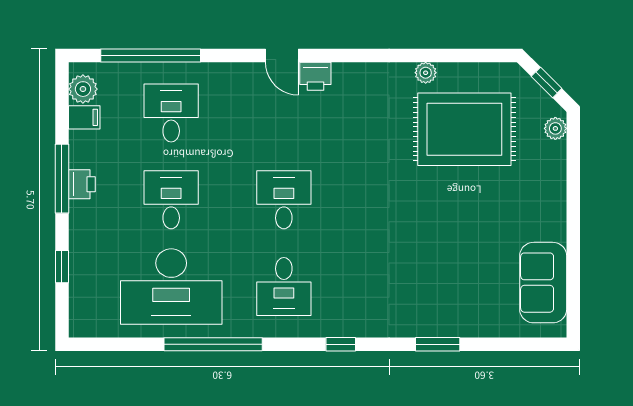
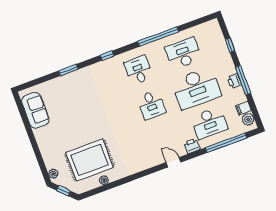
plant: (426, 73) -> (104, 180), moved
printer: (315, 76) -> (192, 146), moved
desk: (171, 113) -> (209, 123), width x1.37
desk: (171, 200) -> (196, 88), width x1.87, depth x1.30
desk: (171, 287) -> (183, 53), width x0.73, depth x0.77

